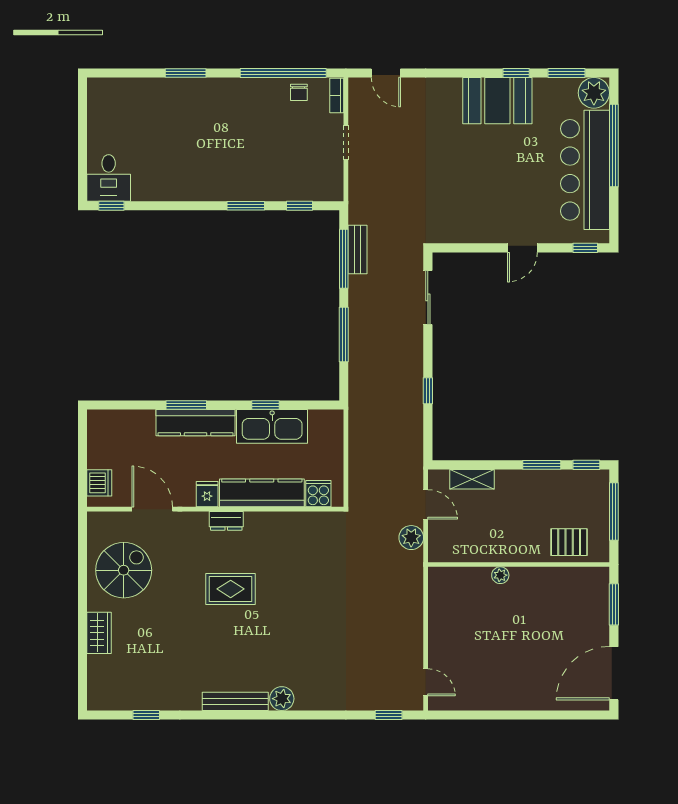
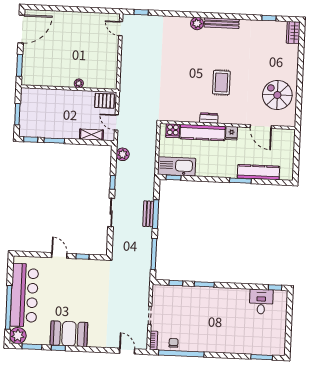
window: (186, 73) -> (262, 357), moved
desk: (109, 178) -> (261, 302), moved
door: (522, 248) -> (59, 255), hinge flipped
window: (585, 248) -> (83, 257), moved
bench: (357, 249) -> (148, 214), moved
sliding door: (428, 297) -> (111, 213), moved
window: (266, 405) -> (174, 178), moved
kitchen counter: (196, 423) -> (258, 172), moved
kitchen sink: (272, 426) -> (176, 166), moved
dishwasher: (99, 483) -> (288, 142), removed
window: (614, 511) -> (17, 114), width x0.69
dresser: (226, 521) -> (209, 118), moved
plant: (411, 538) -> (123, 154), moved
pallet: (569, 542) -> (105, 101), moved
spiral stairs: (124, 570) -> (277, 95), turned 90
rug: (231, 589) -> (221, 83), turned 90
wardrobe: (99, 633) -> (293, 33), moved

